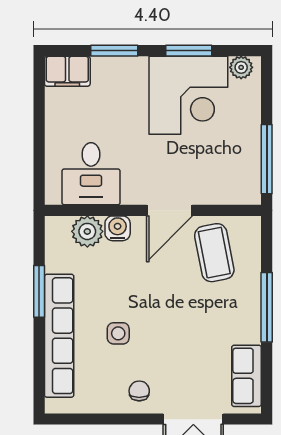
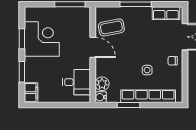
plant: (241, 67) -> (29, 16), removed
water cooler: (118, 228) -> (101, 97), moved

